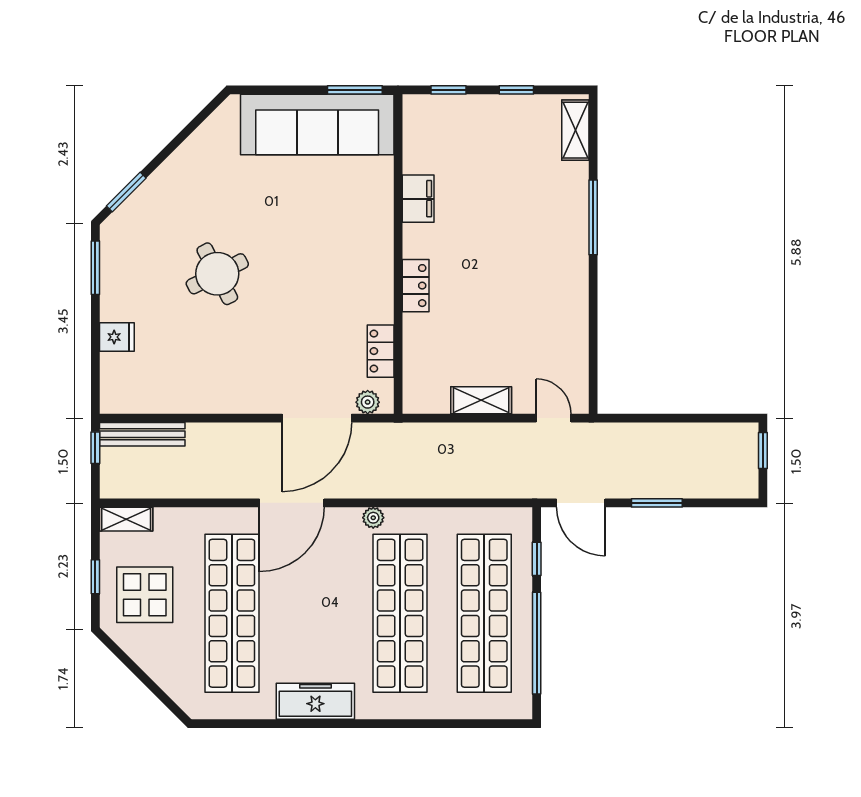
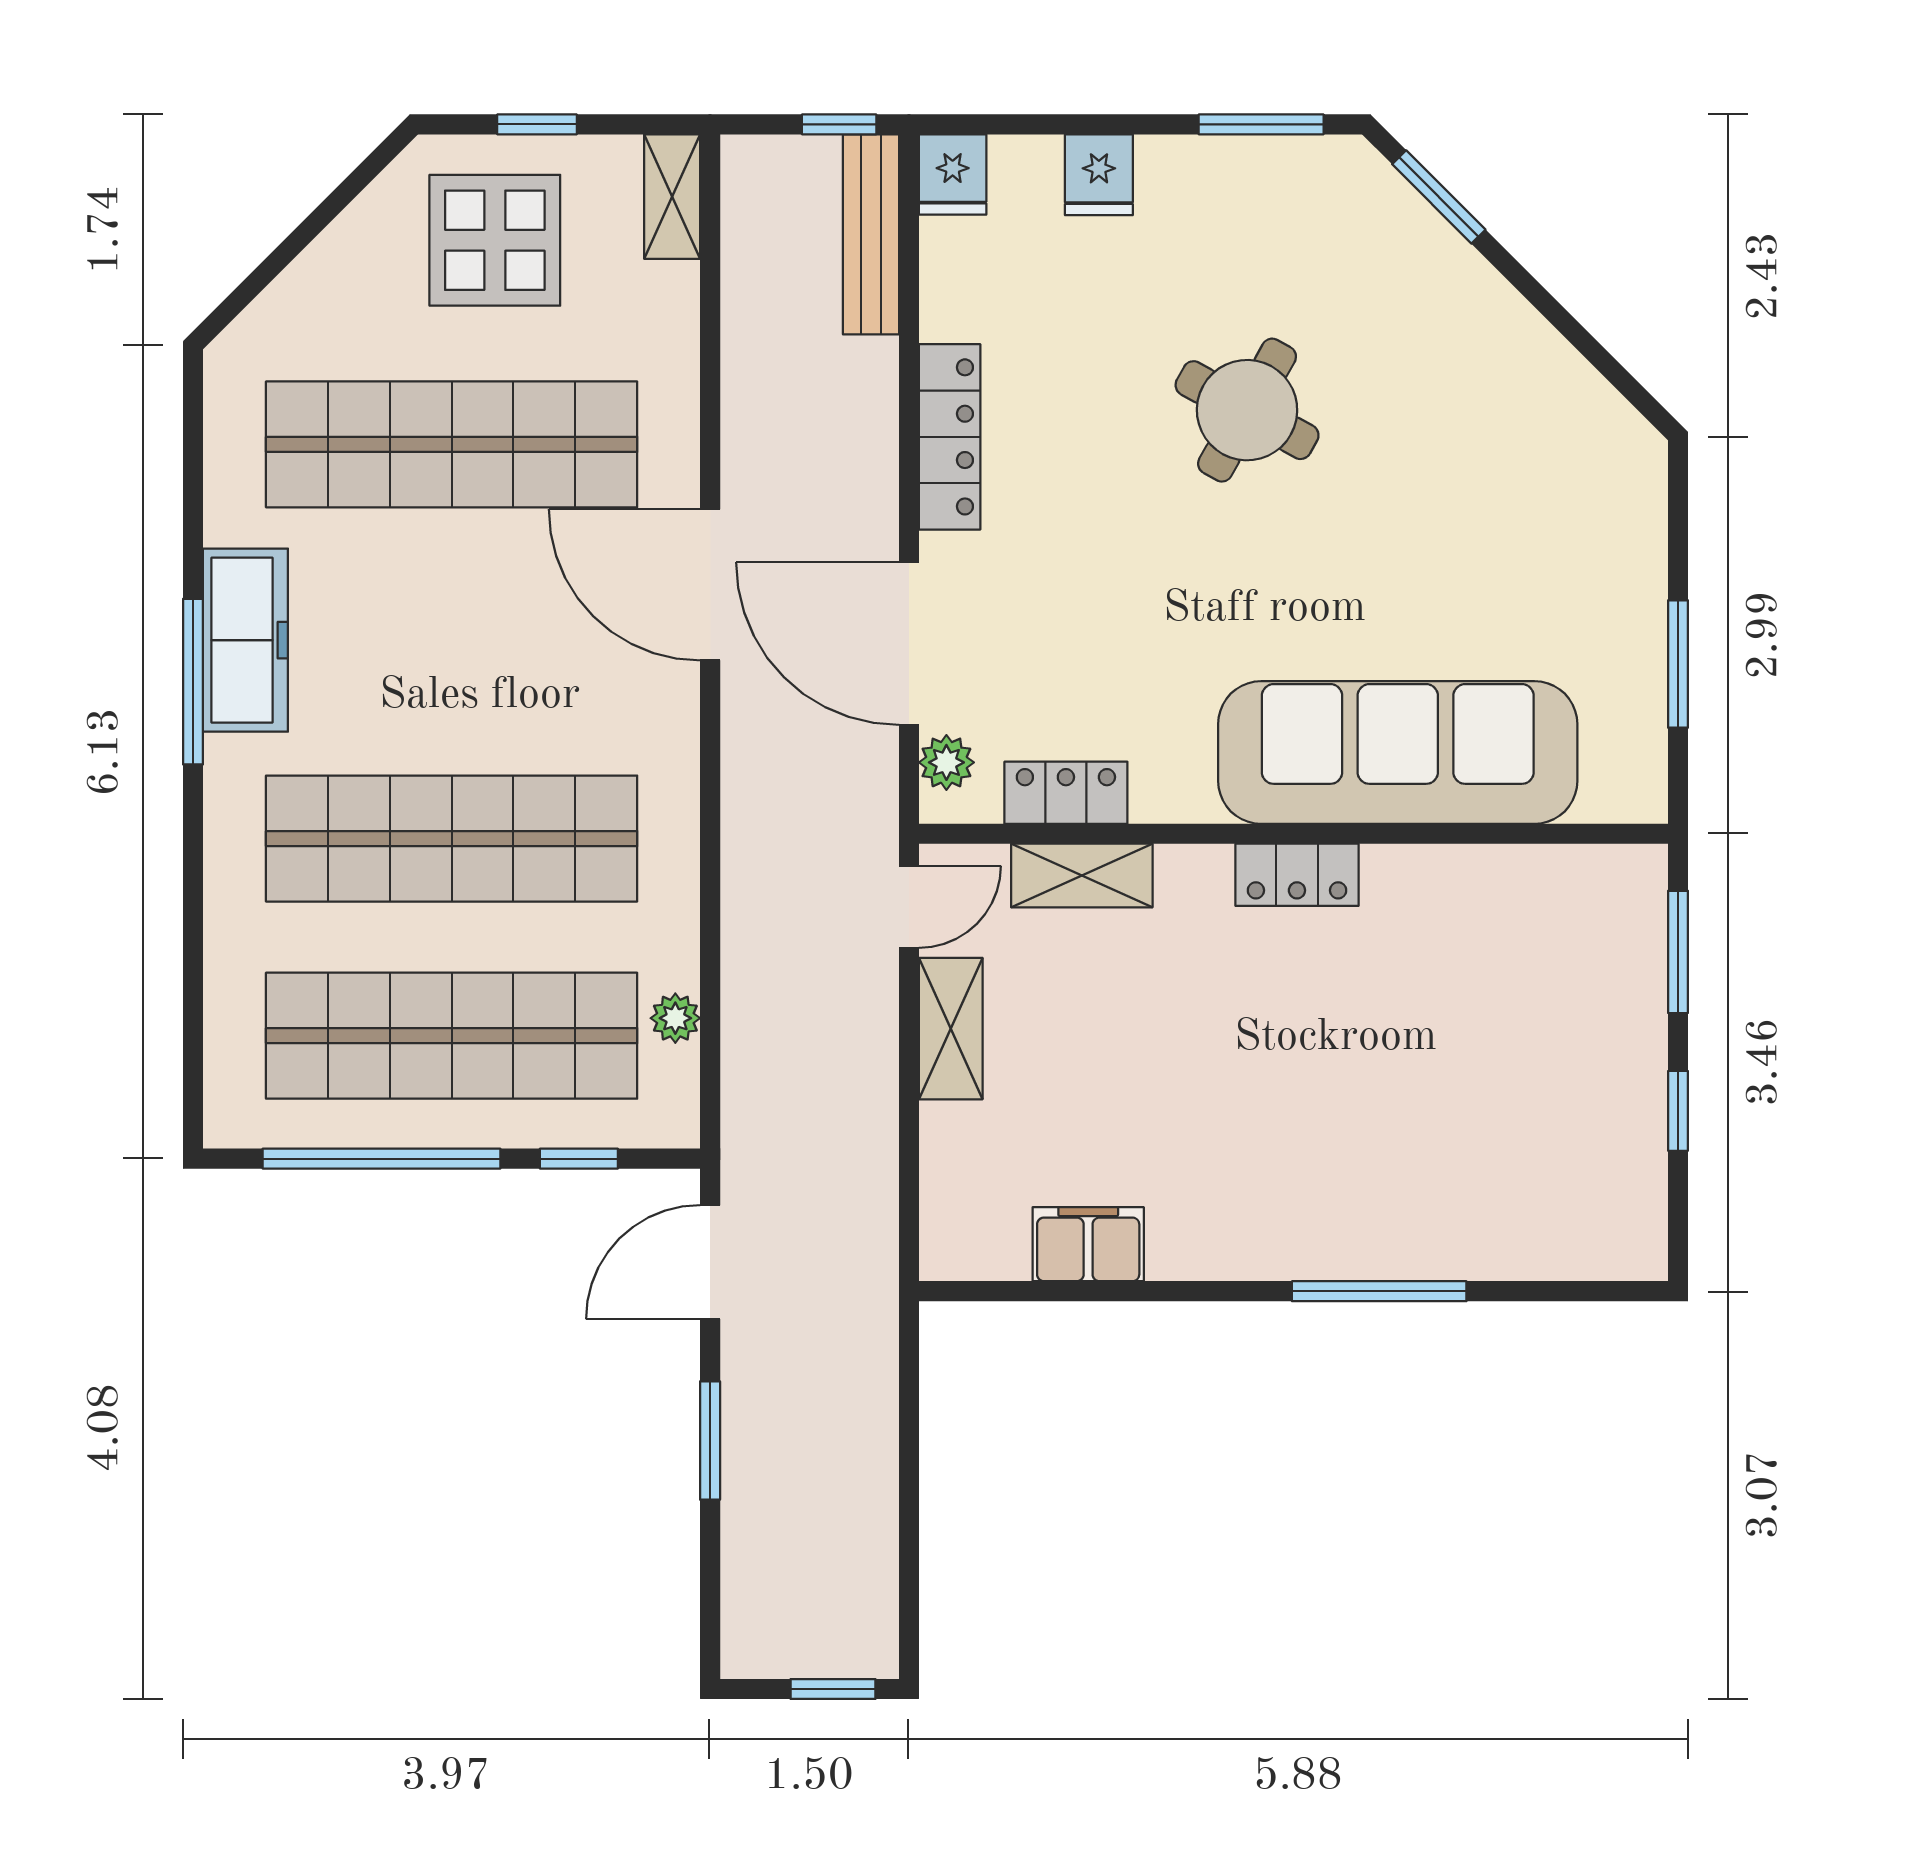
window: (355, 90) -> (1678, 664), moved
window: (448, 90) -> (1678, 952), width x1.50
sofa: (317, 125) -> (1398, 753), moved, turned 90
shelving: (575, 130) -> (1082, 876), moved
filing cabinet: (418, 199) -> (1088, 1244), moved, turned 180
round table: (217, 274) -> (1247, 410), turned -34
locker: (416, 286) -> (1297, 875), moved
fridge: (117, 399) -> (953, 174), added
locker: (229, 401) -> (950, 437), added
door: (554, 418) -> (909, 907), moved
plant: (373, 518) -> (675, 1018), moved
window: (333, 724) -> (193, 682), added

